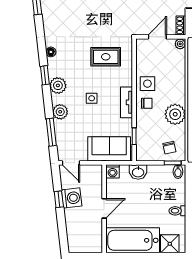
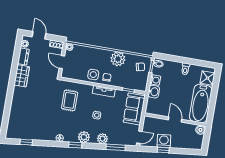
washing machine: (113, 171) -> (155, 80), moved
boiler: (96, 246) -> (200, 130), added

